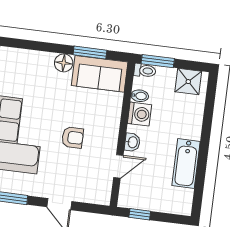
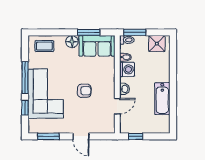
coffee table: (22, 64) -> (44, 46), added

